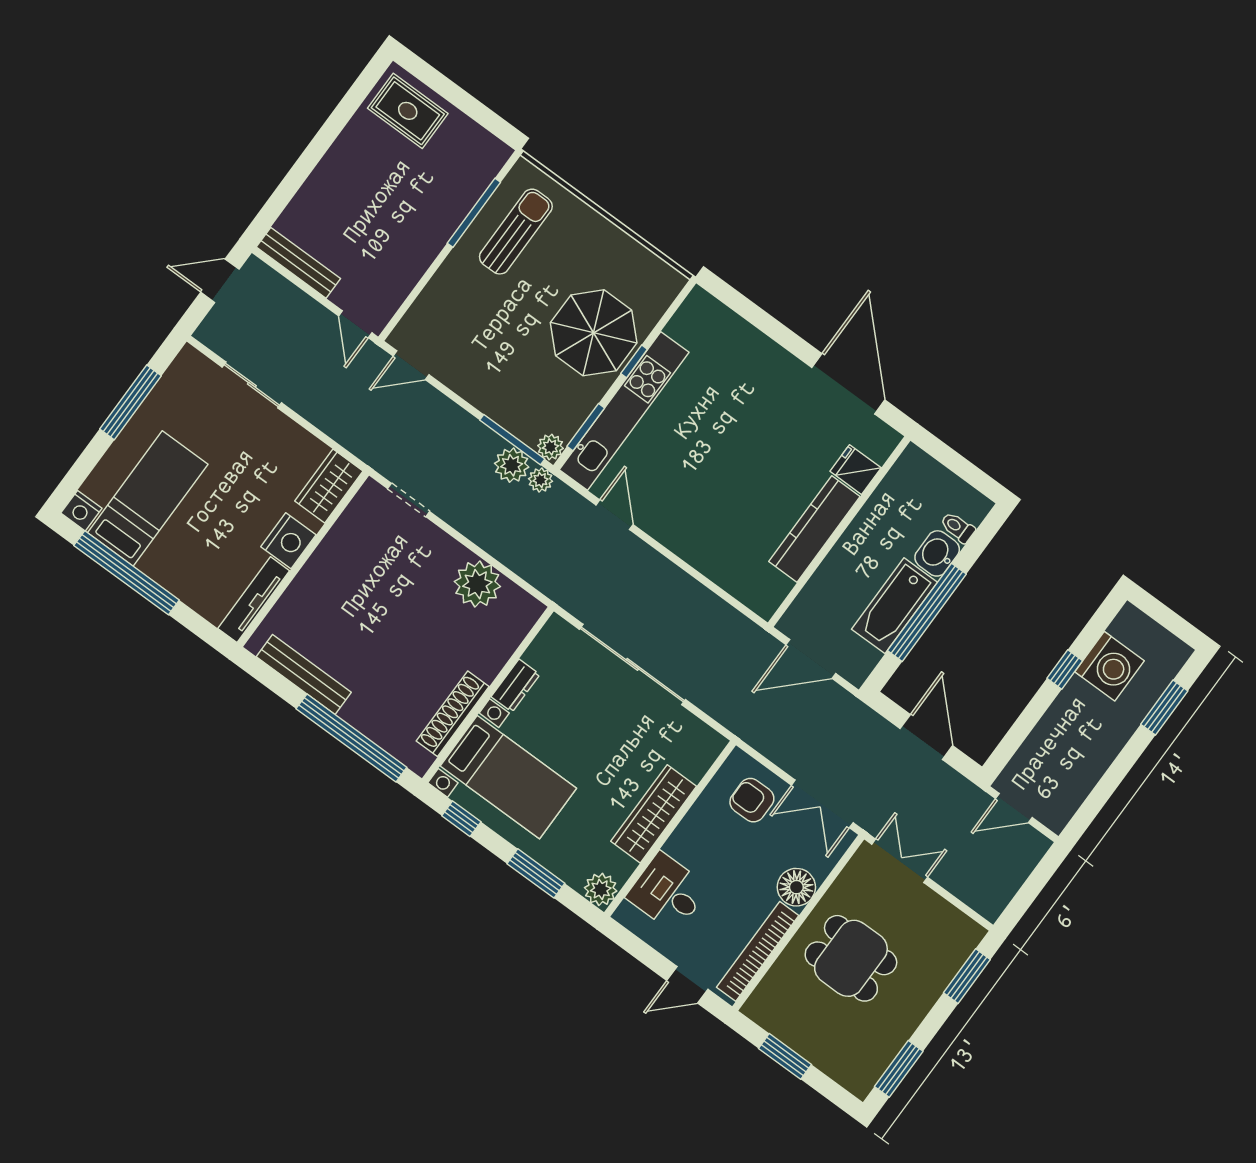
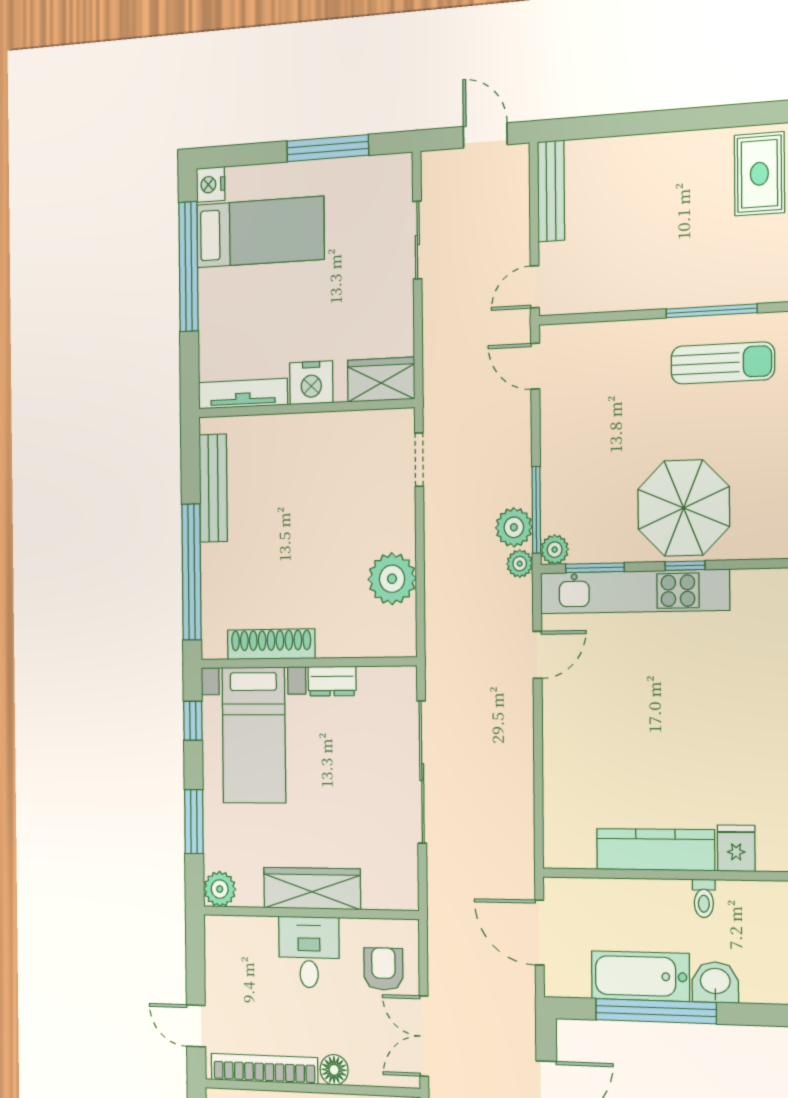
toilet: (958, 527) -> (704, 898), moved, turned 180
floor lamp: (796, 887) -> (334, 1070), width x0.73, depth x0.73
desk: (668, 892) -> (309, 952), moved

